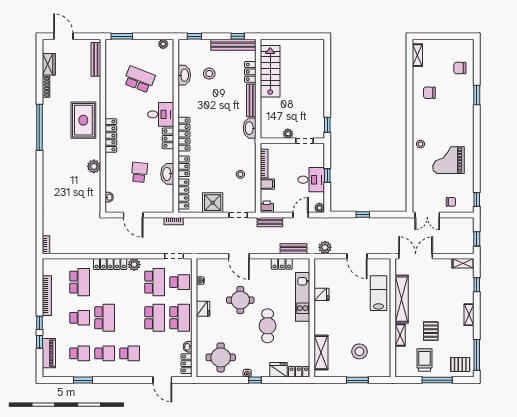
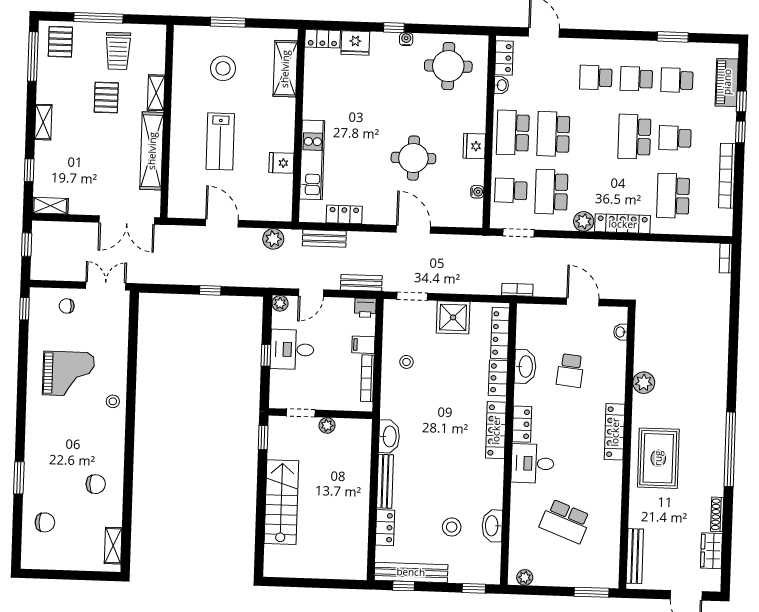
stairs: (270, 71) -> (281, 502), moved, turned 180
lab bench: (378, 293) -> (220, 141), moved
cafe table: (268, 326) -> (371, 115), removed
pallet: (460, 365) -> (60, 42), turned 90

